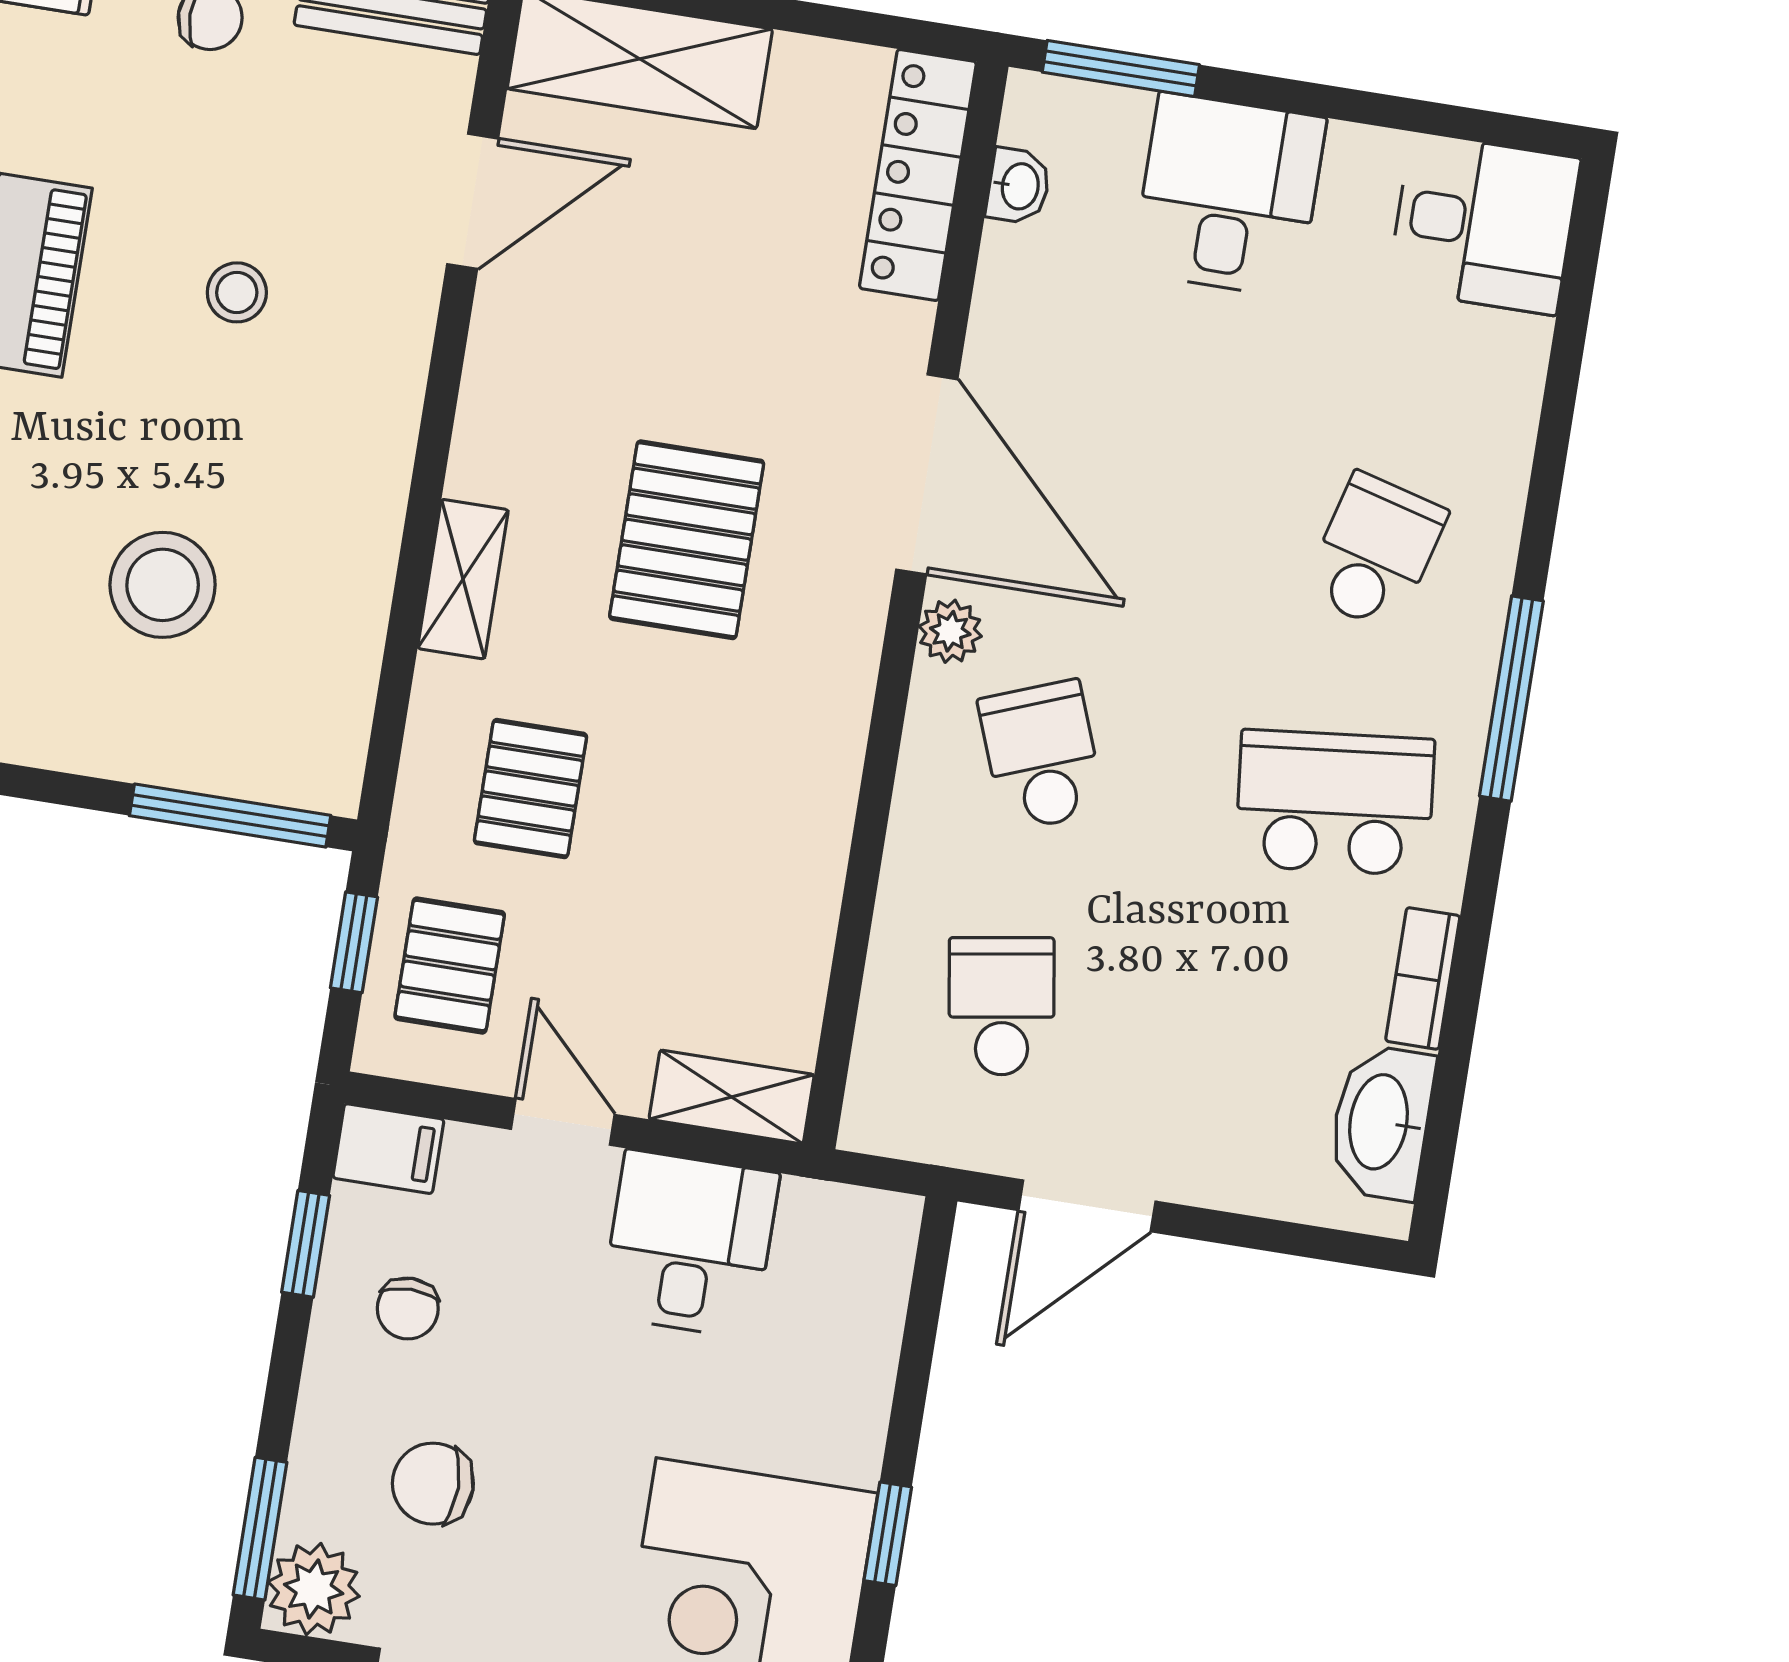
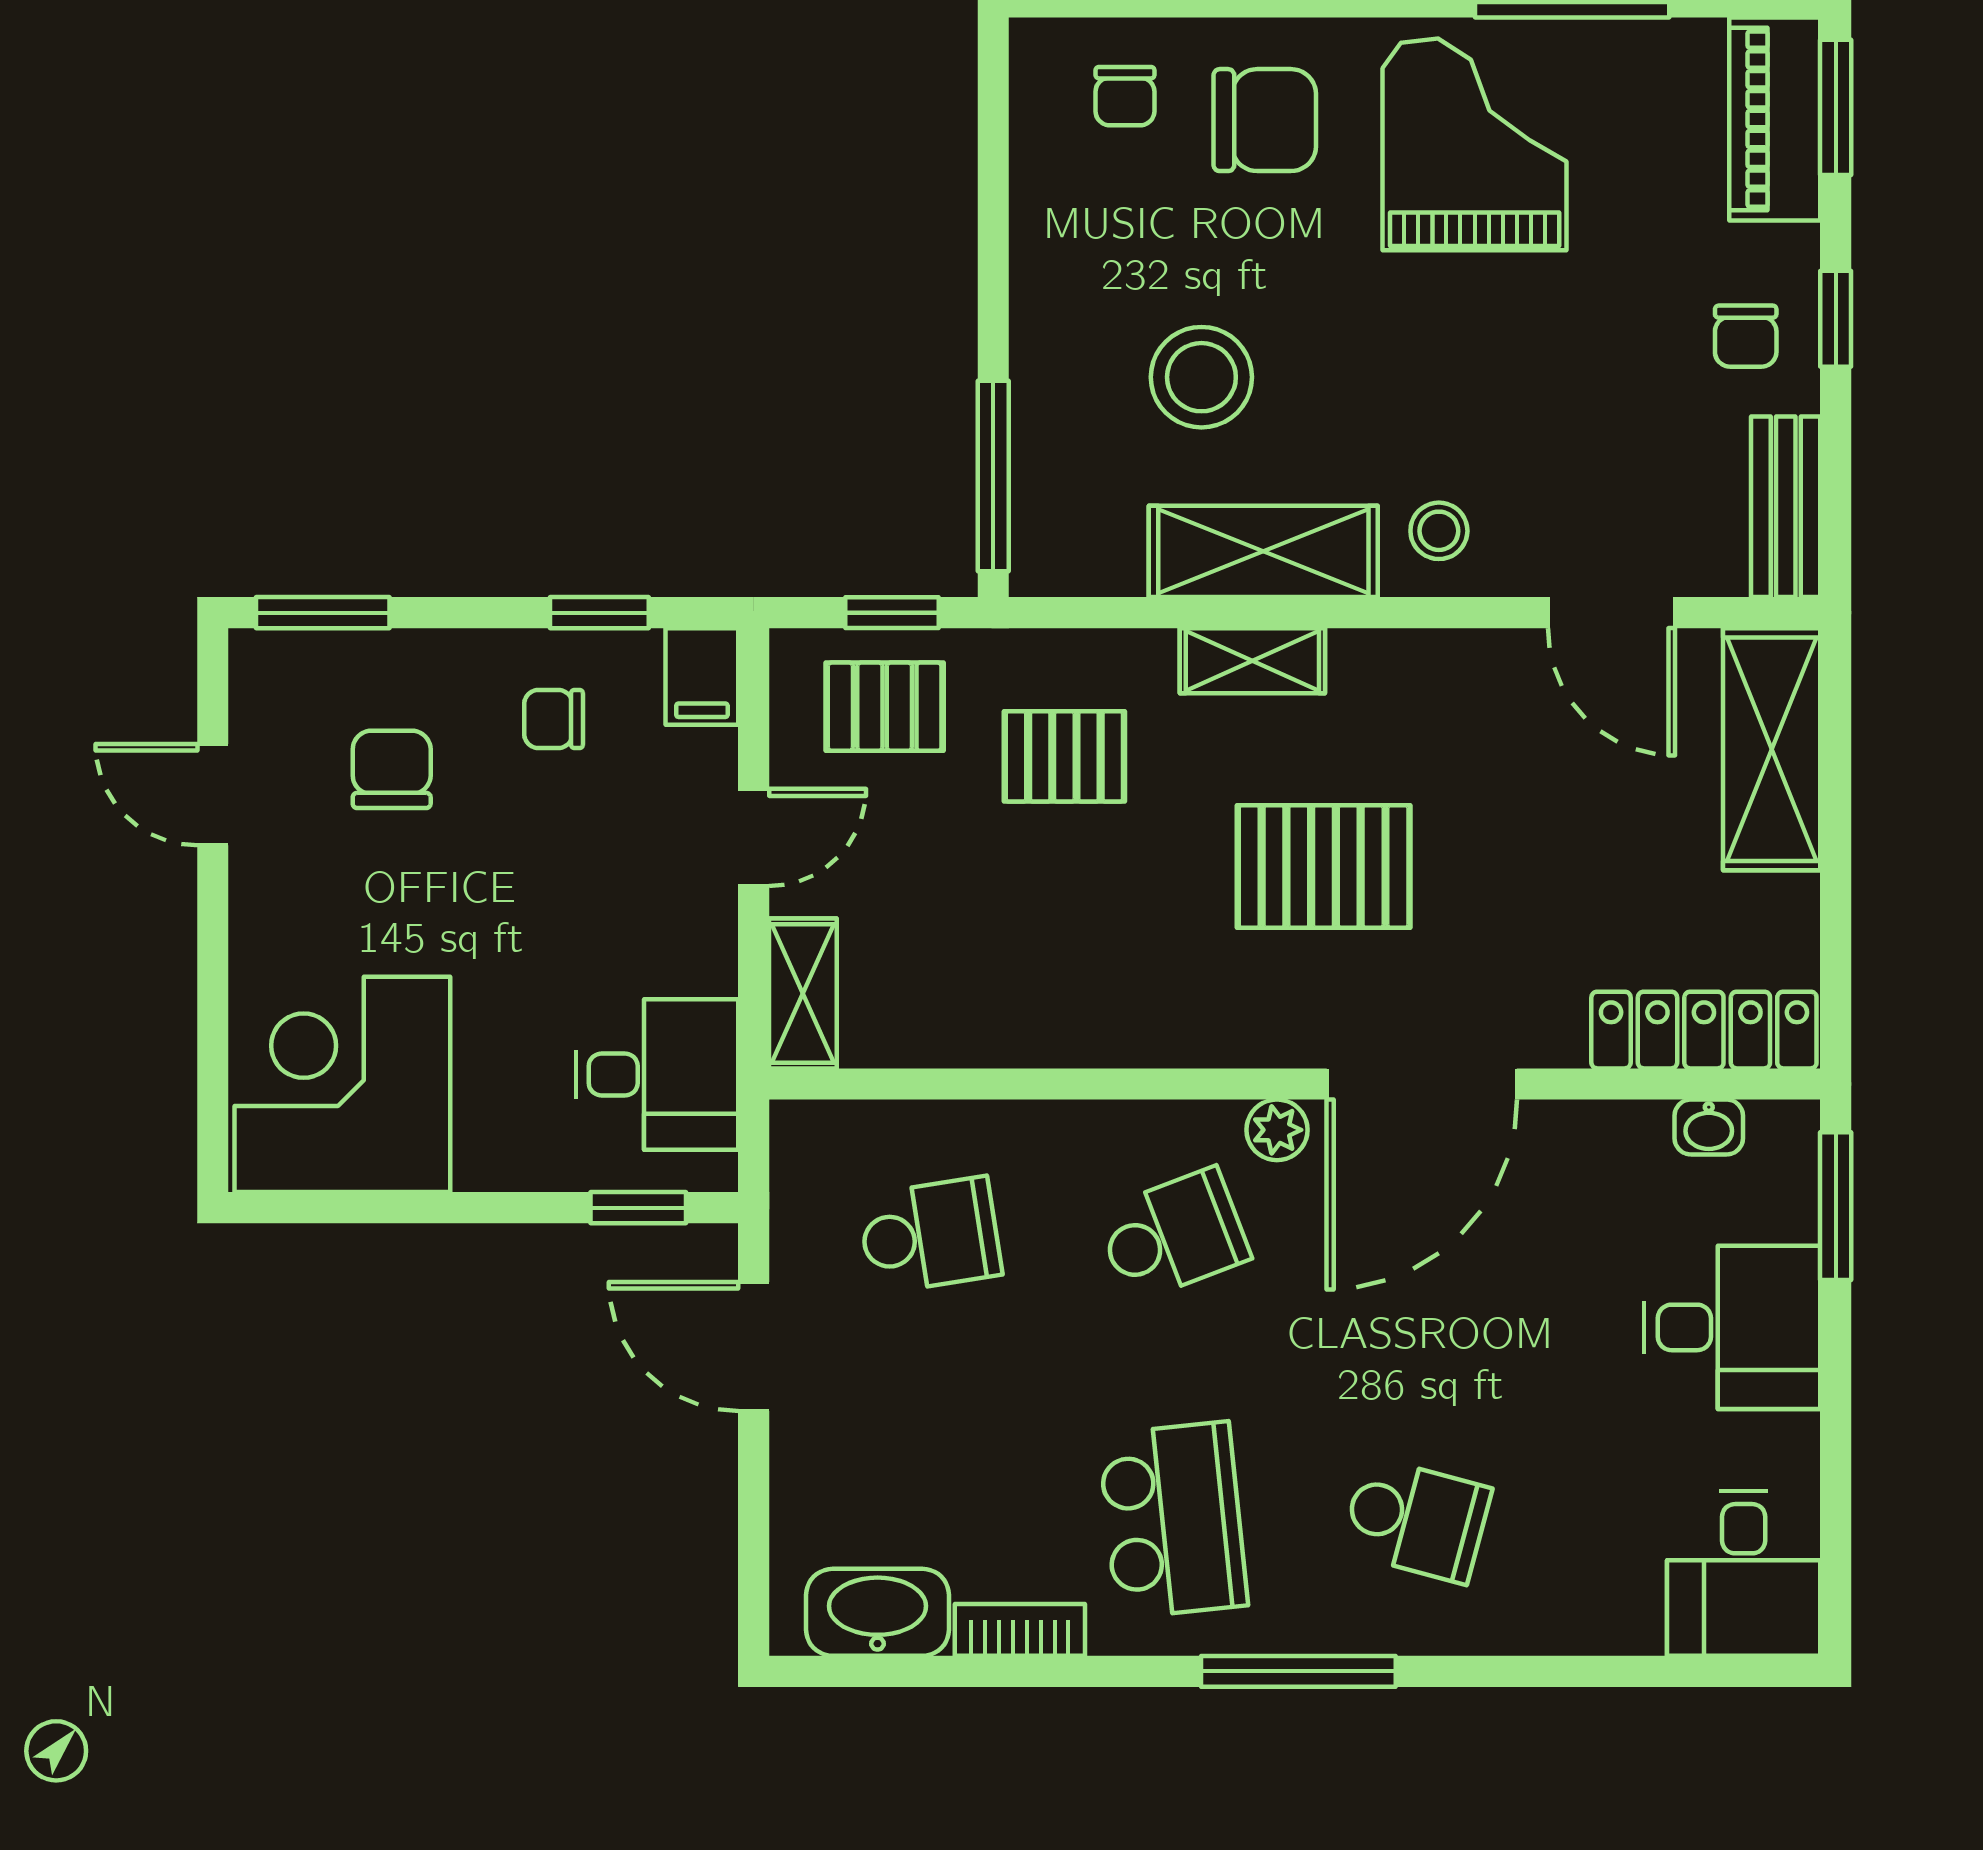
stool: (237, 292) -> (1439, 531), moved
shelving: (352, 550) -> (1263, 551), added
desk: (690, 1244) -> (657, 1075), moved
window: (888, 1534) -> (638, 1208), moved
plant: (314, 1589) -> (274, 672), removed

